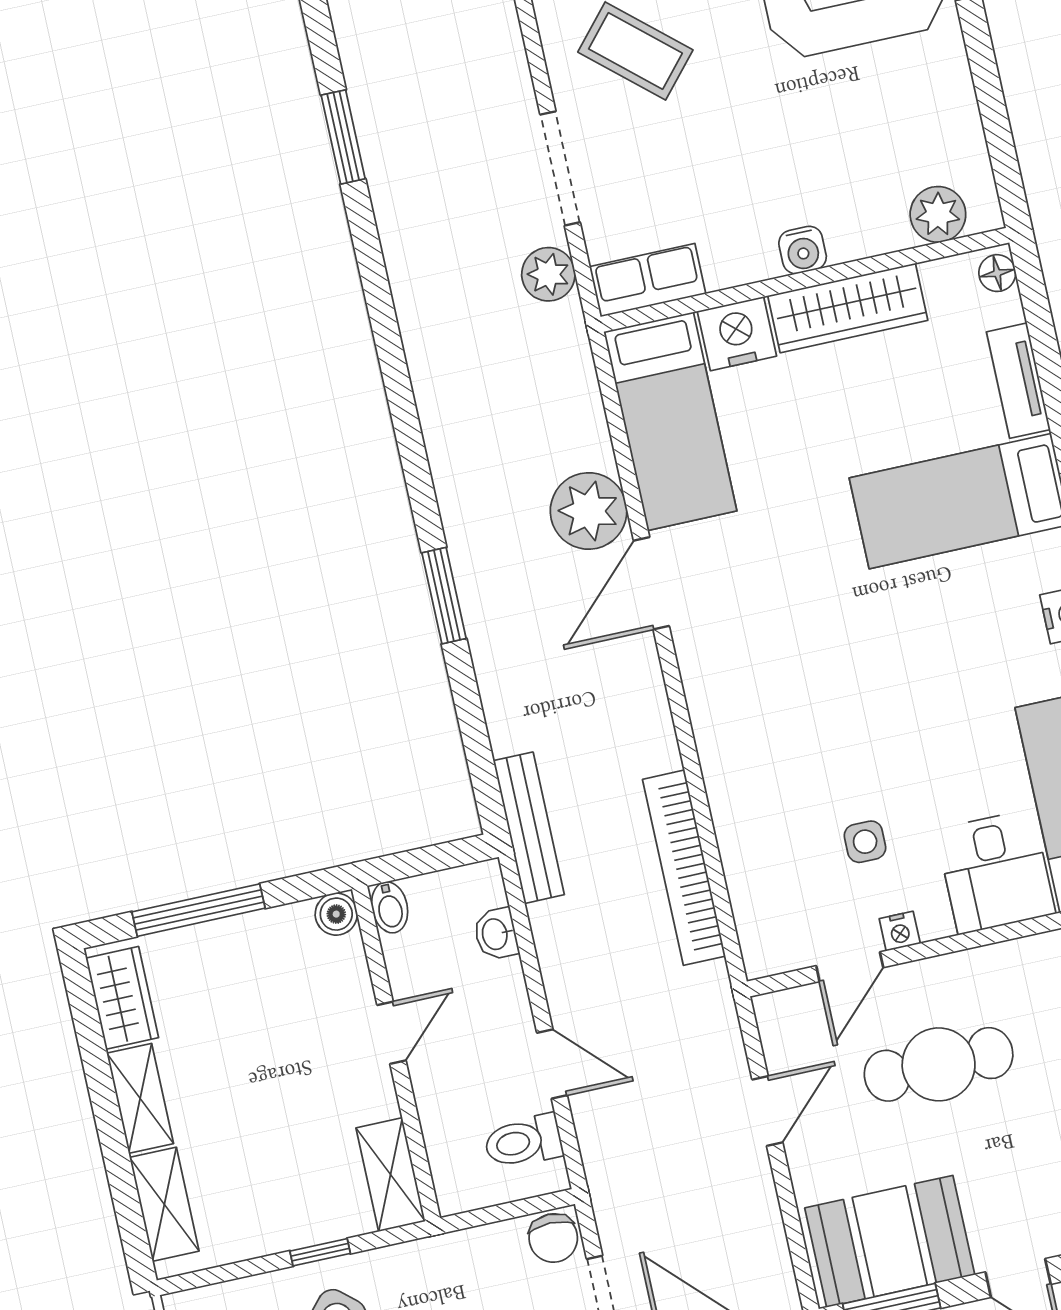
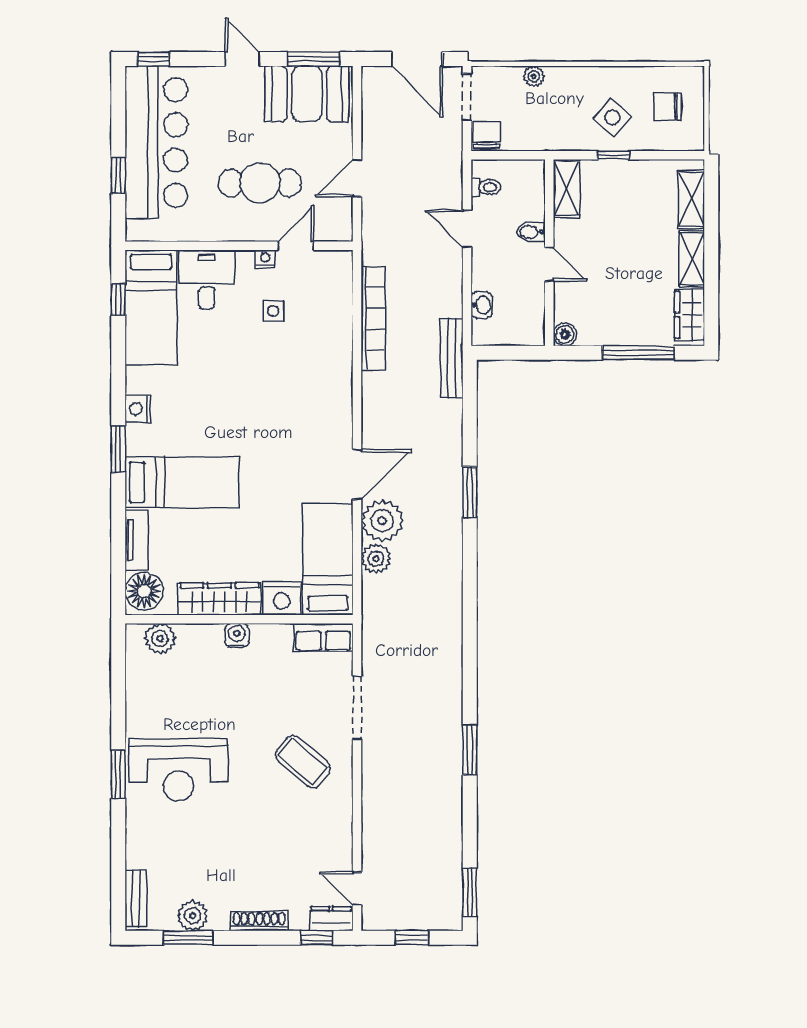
floor lamp: (997, 273) -> (144, 591), width x1.89, depth x1.89
plant: (548, 274) -> (376, 559), moved
bidet: (390, 907) -> (531, 232), moved, turned -90
door: (392, 1033) -> (549, 264), swing flipped
toilet: (523, 1141) -> (486, 187), width x0.73, depth x0.72

